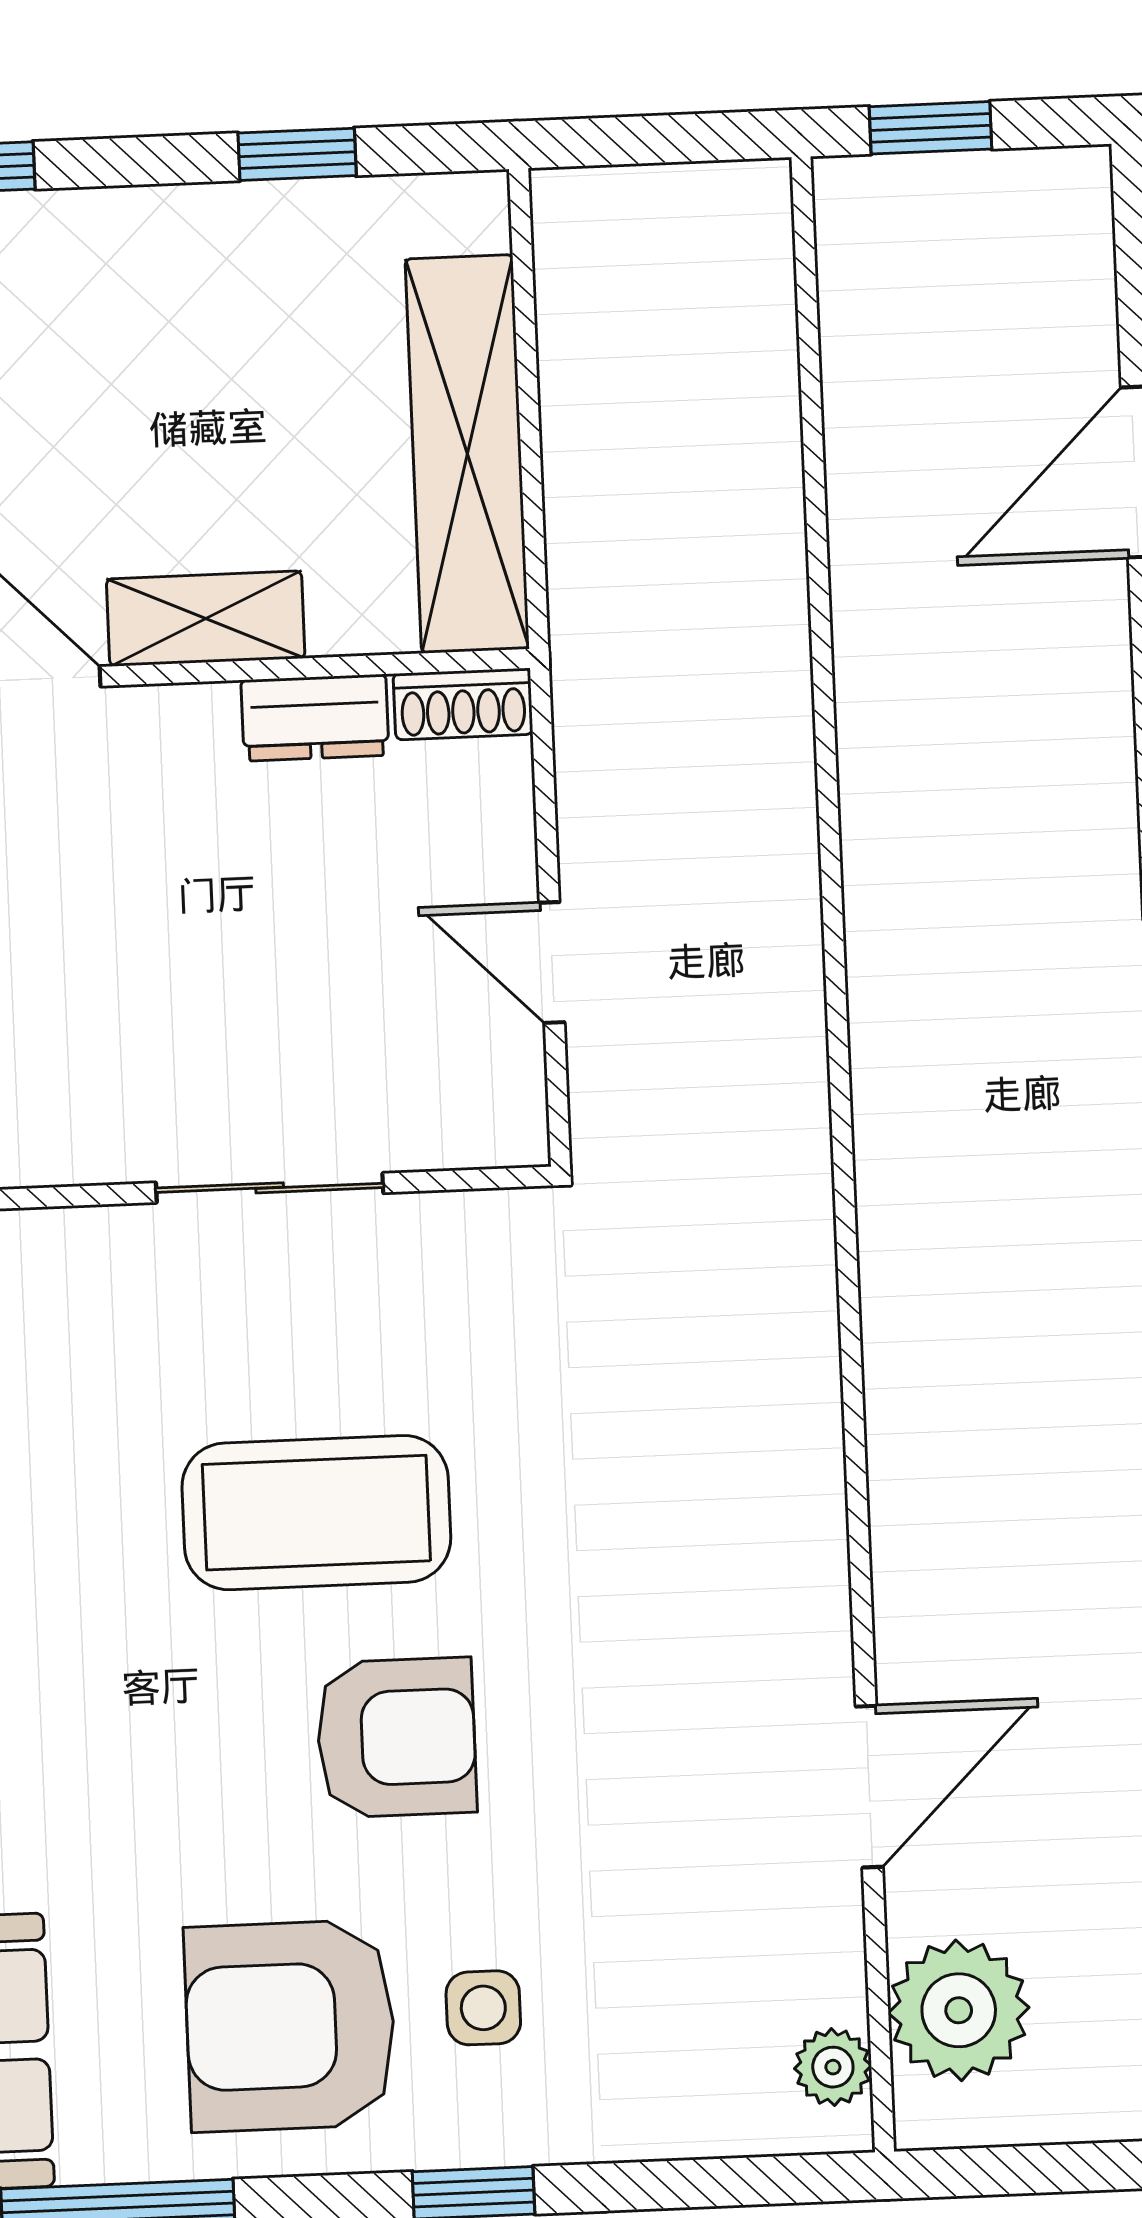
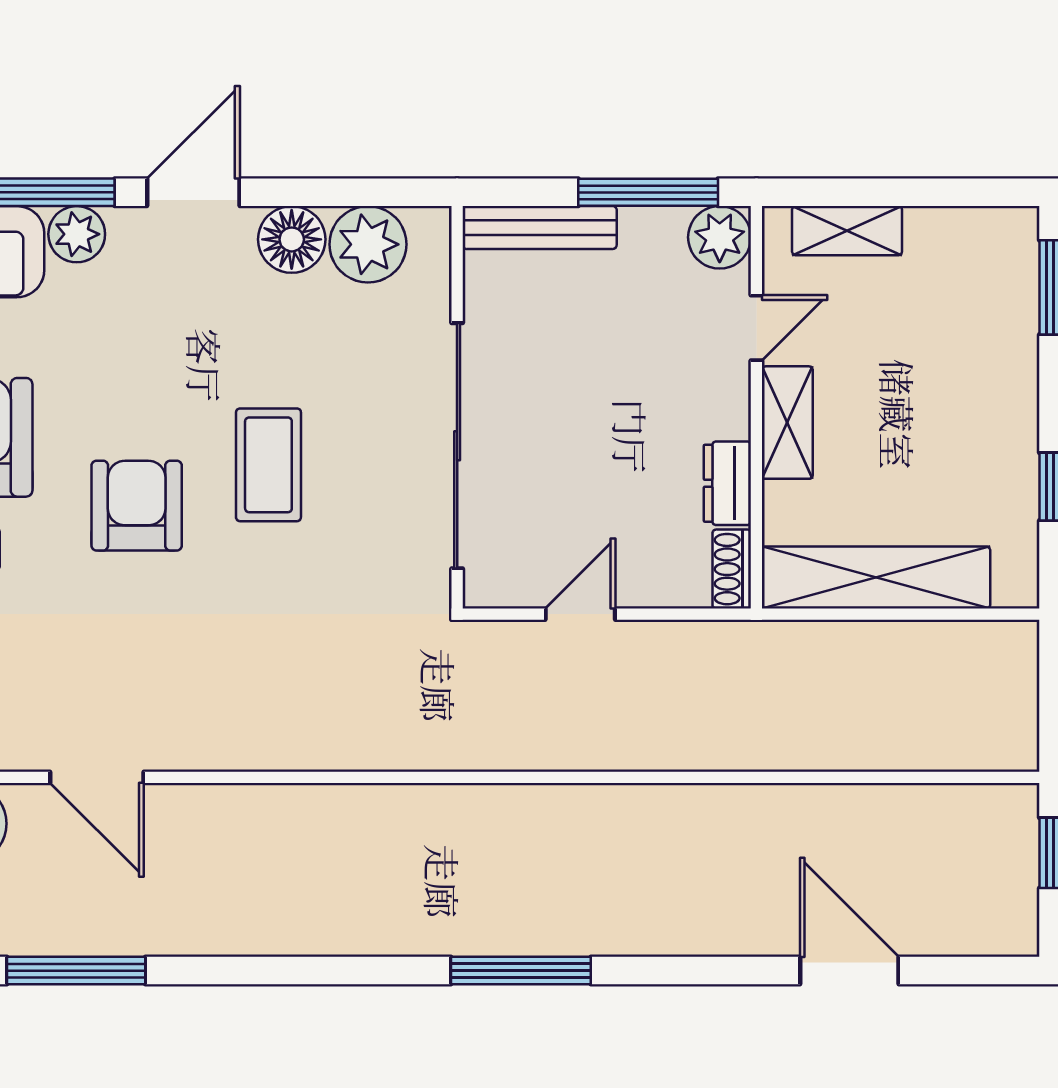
sliding door: (270, 1188) -> (457, 446), width x1.86
coffee table: (316, 1513) -> (268, 465), width x0.73, depth x0.76
armchair: (396, 1738) -> (137, 506), turned 180

